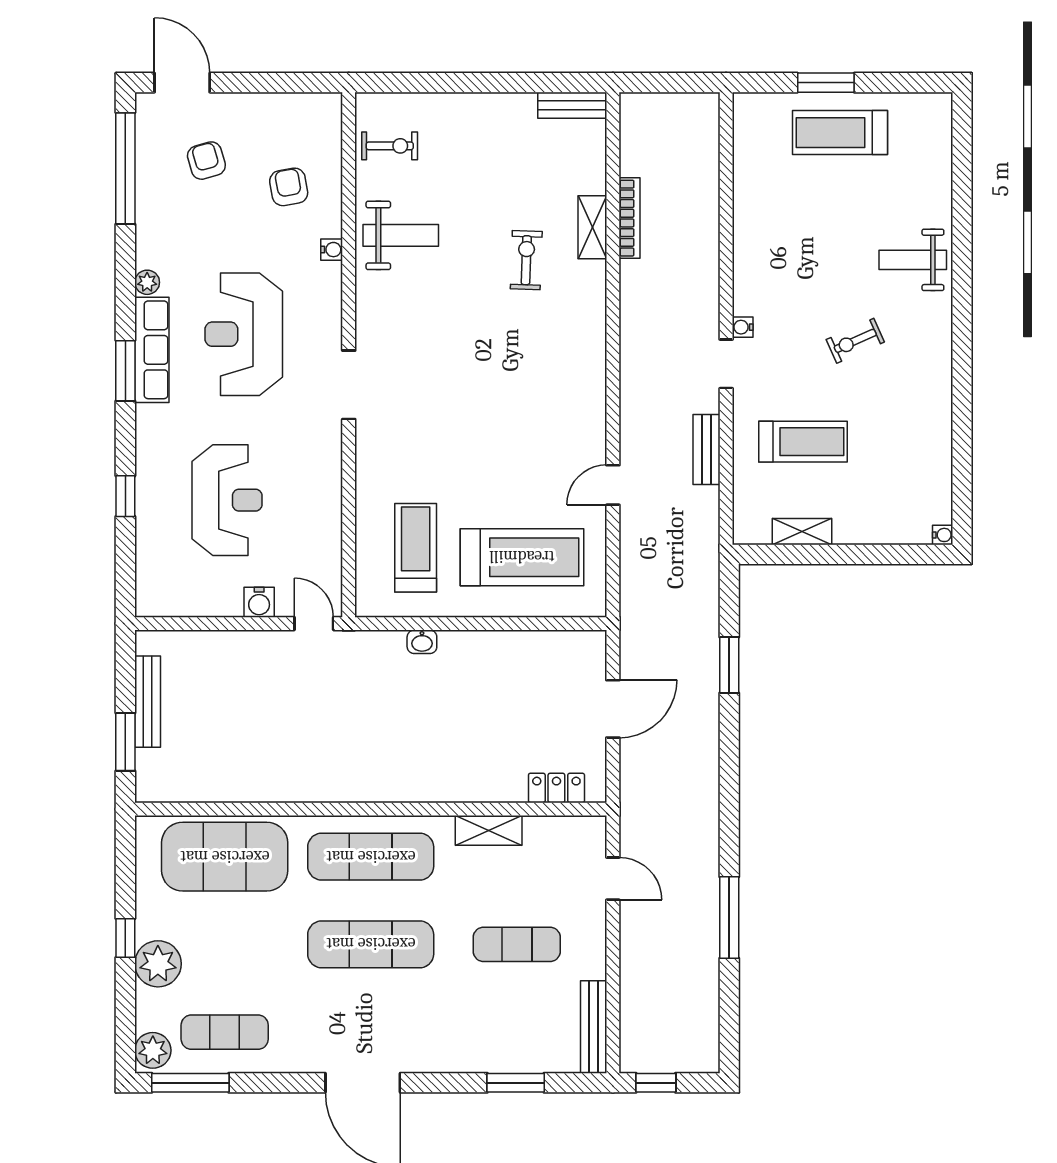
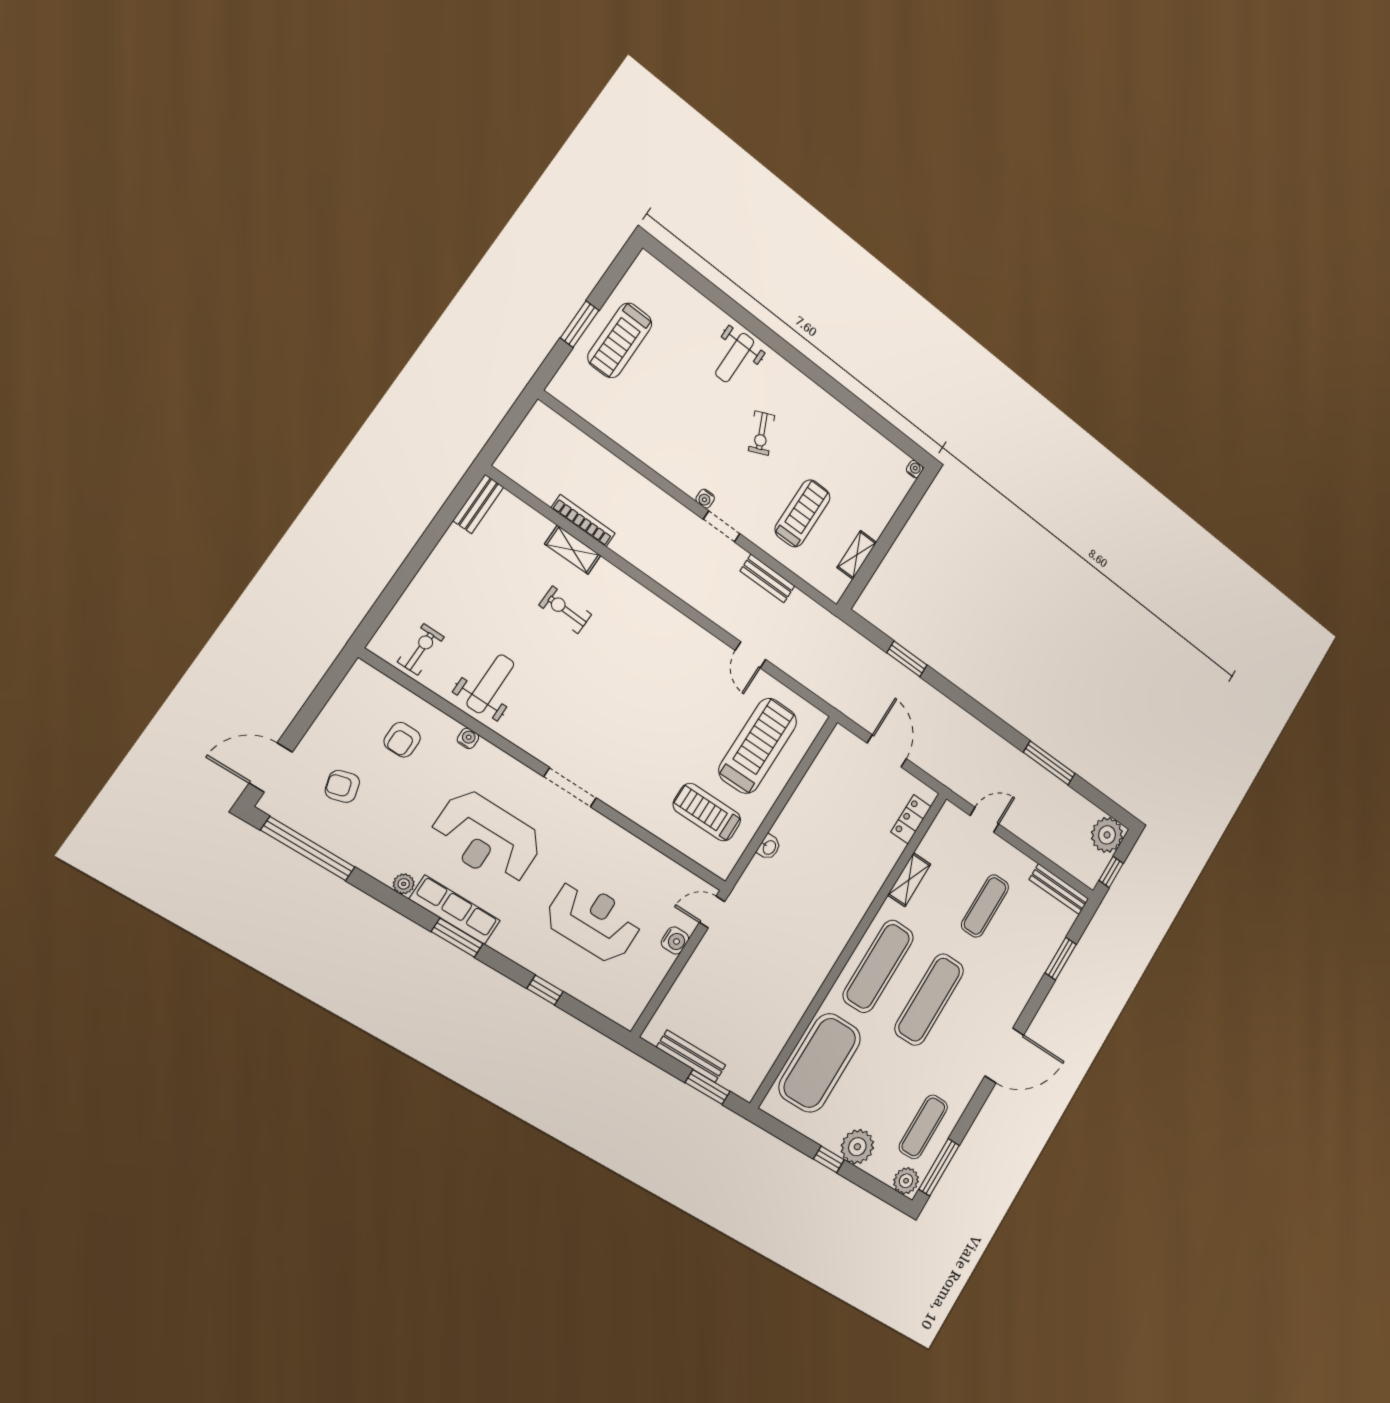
armchair: (289, 187) -> (402, 740), turned -80
plant: (695, 1048) -> (1107, 835), added

